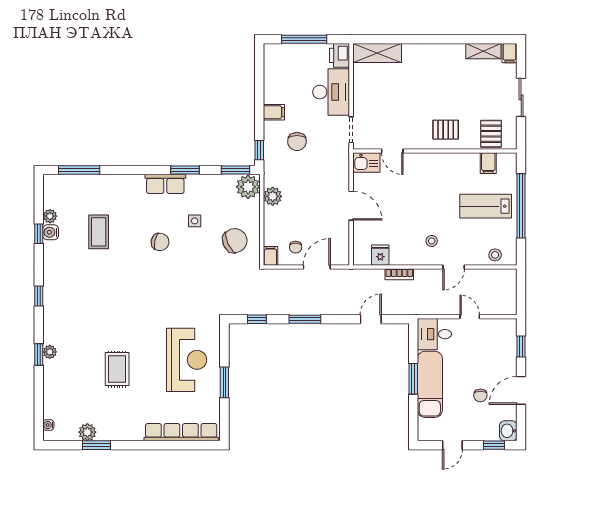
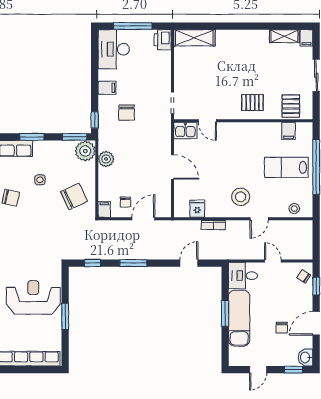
desk: (331, 92) -> (114, 49), moved, turned 180
stool: (432, 241) -> (241, 197), width x1.89, depth x1.89
chair: (506, 335) -> (304, 276), added
reception desk: (187, 360) -> (33, 297), turned -90

